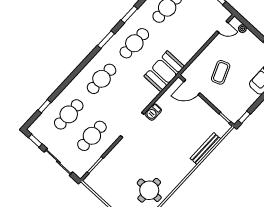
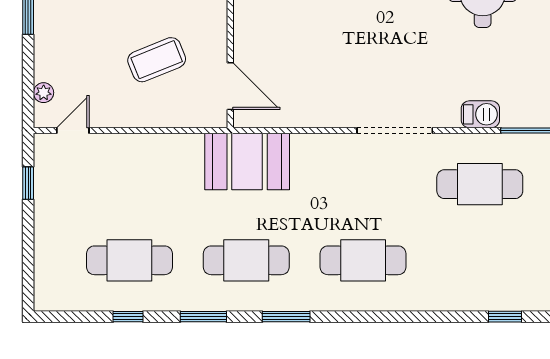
door: (223, 27) -> (73, 130), hinge flipped
barbecue: (153, 112) -> (480, 114), moved
cafe table: (69, 114) -> (480, 260), removed

